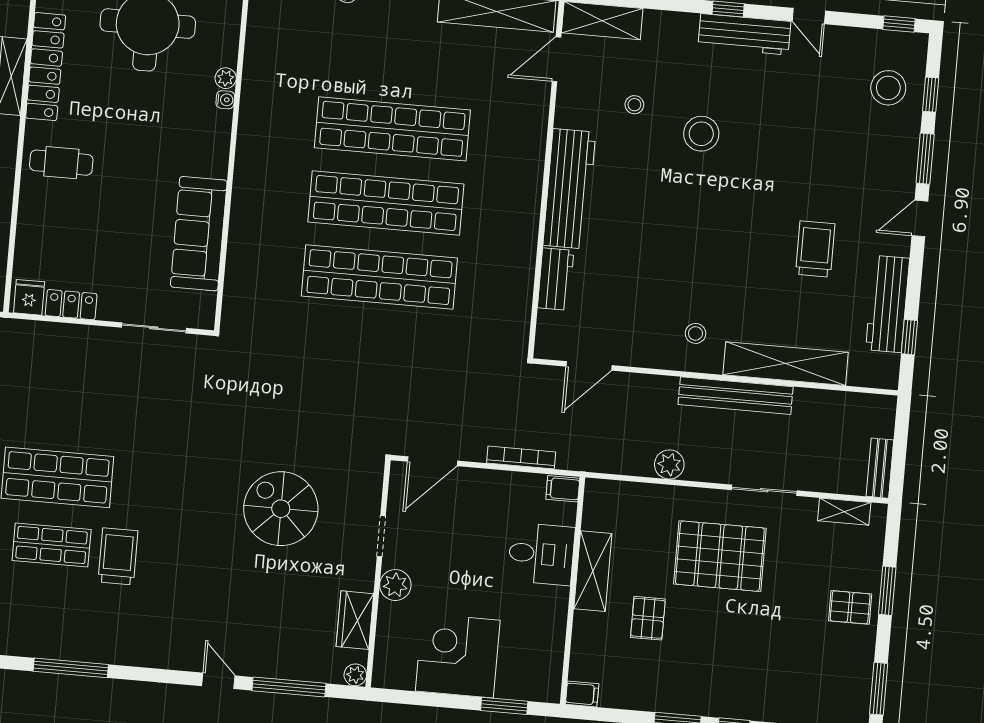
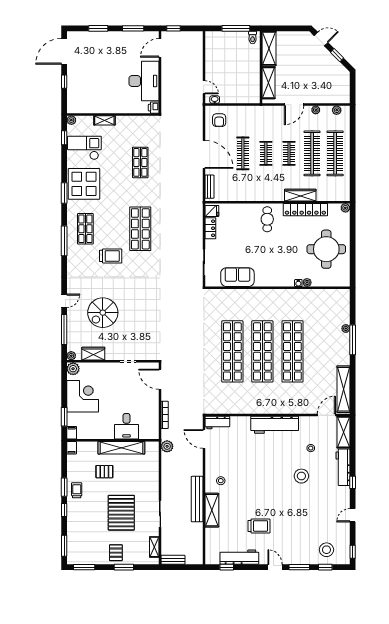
workbench: (744, 34) -> (343, 467), moved
door: (556, 59) -> (326, 415), hinge flipped
sofa: (199, 234) -> (237, 277), width x0.73
workbench: (556, 279) -> (217, 422), moved
shelving: (786, 364) -> (212, 510), width x0.68
plant: (669, 464) -> (167, 446), moved
filing cabinet: (563, 489) -> (72, 433), moved
spiral stairs: (281, 509) -> (103, 313), moved, turned 180
shop shelf: (52, 545) -> (85, 229), moved
pallet: (720, 556) -> (121, 513), moved
shelving: (593, 571) -> (121, 448), width x1.47
plant: (395, 585) -> (73, 369), moved
trolley: (688, 690) -> (77, 490), added

